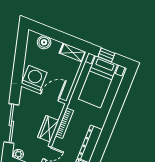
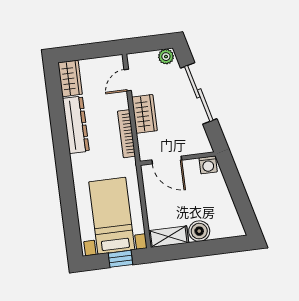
boiler: (44, 42) -> (199, 231), moved
washing machine: (34, 78) -> (208, 165), width x0.53, depth x0.53
door: (50, 96) -> (167, 160), hinge flipped

